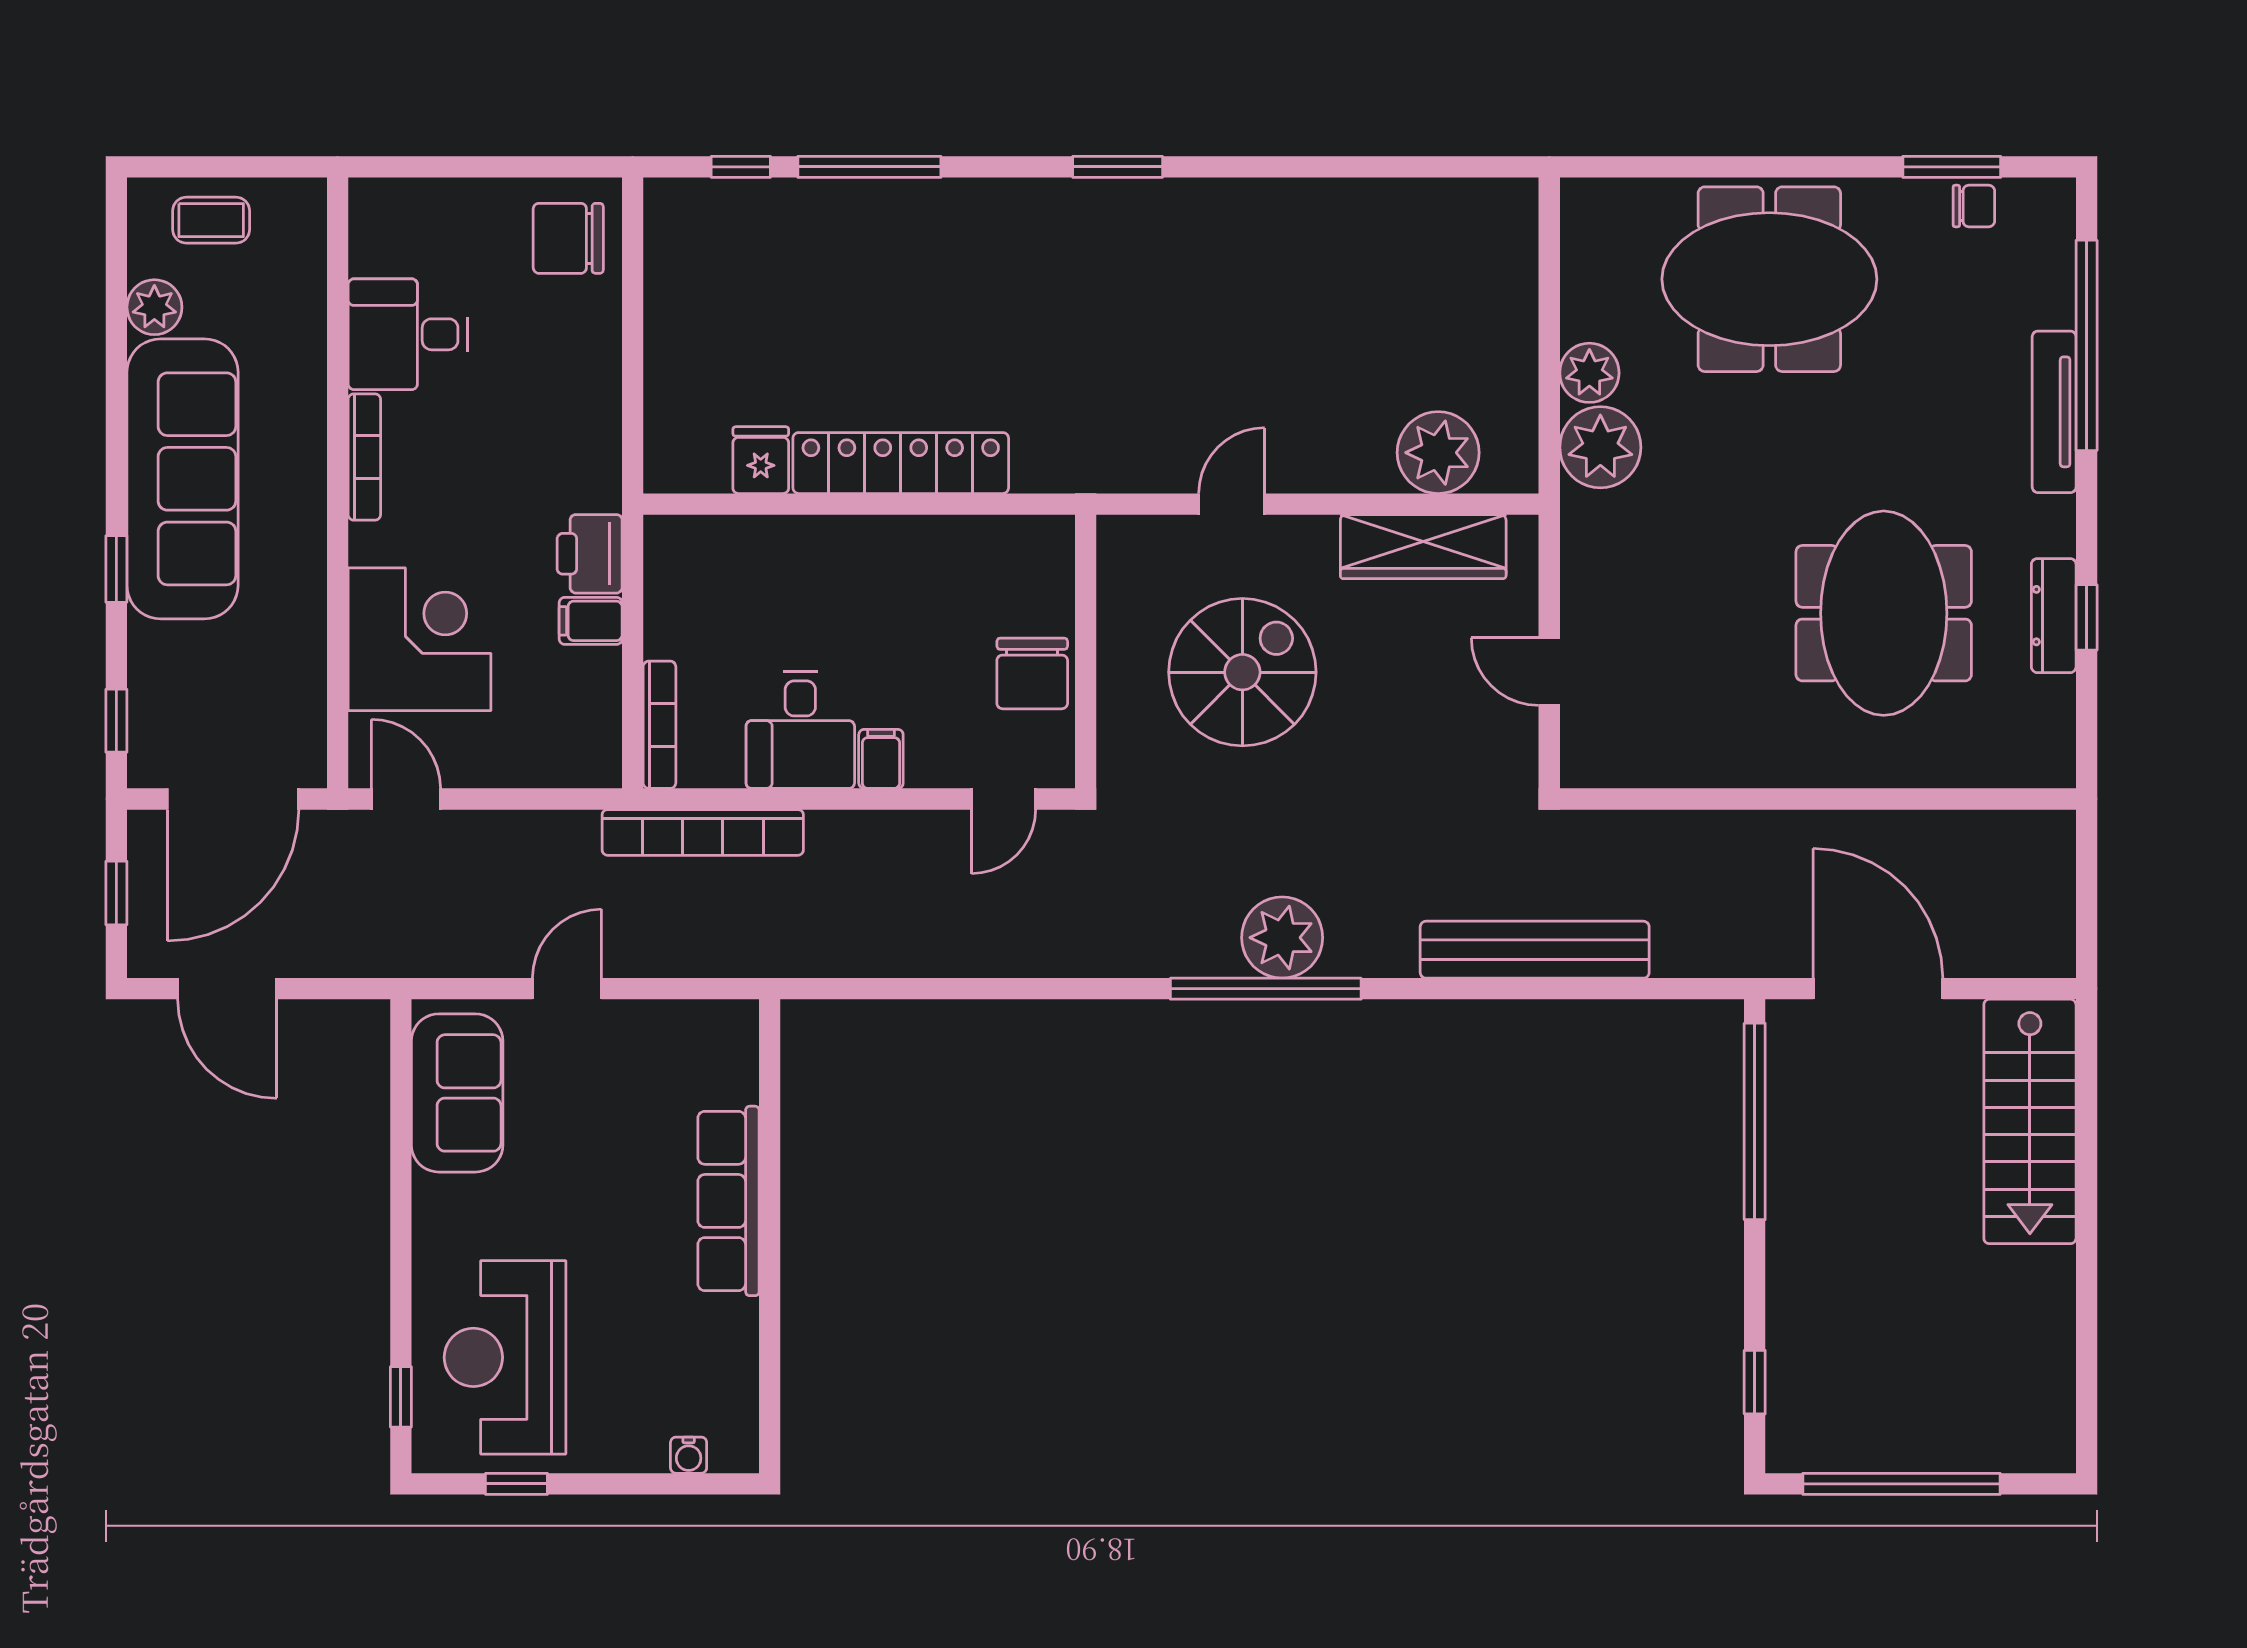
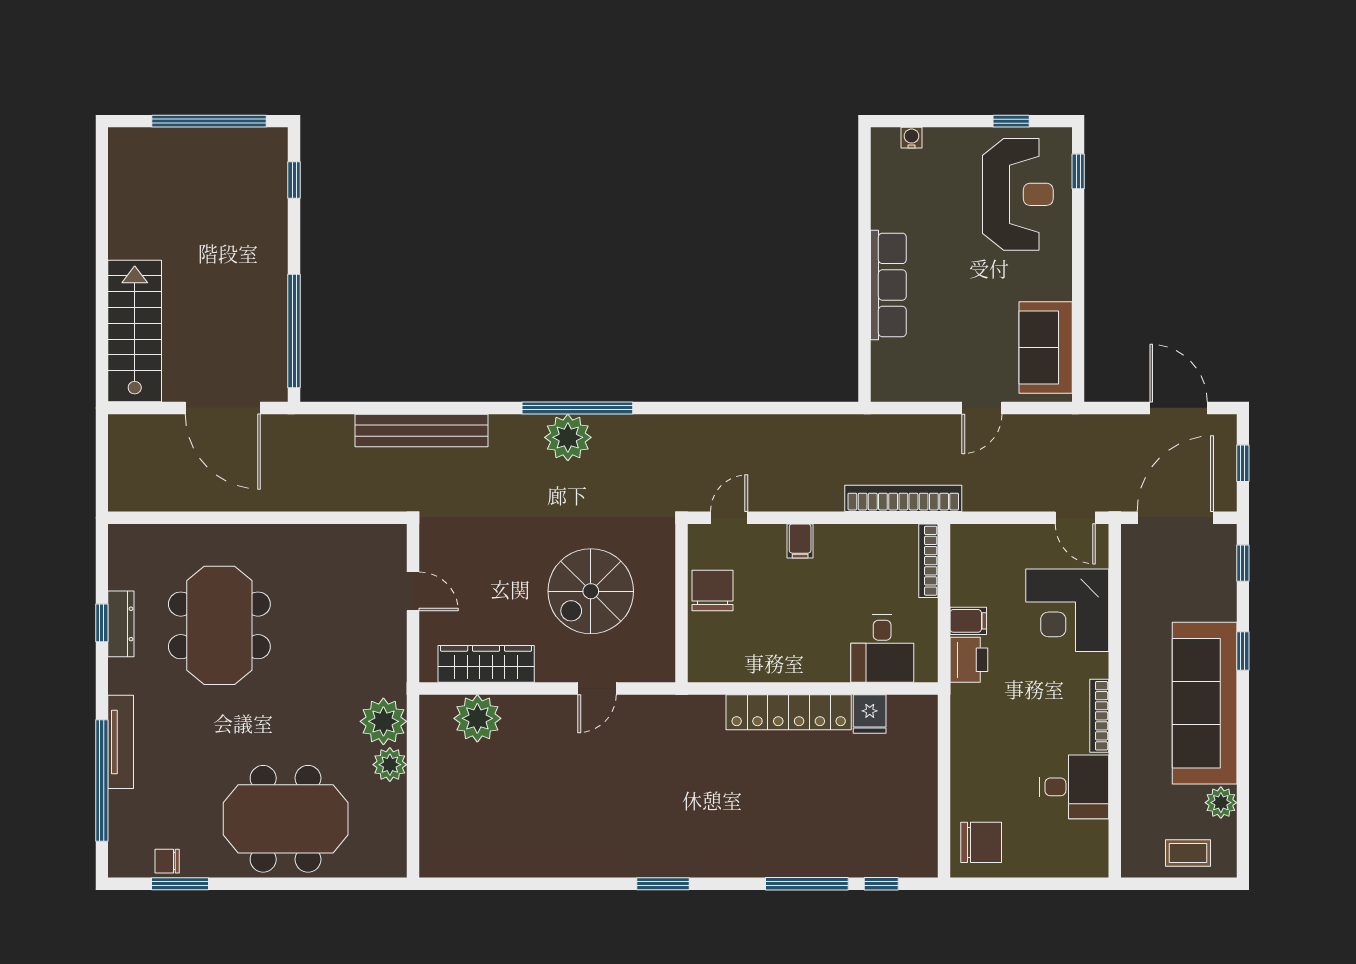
desk: (800, 730) -> (882, 649), moved, turned 180

